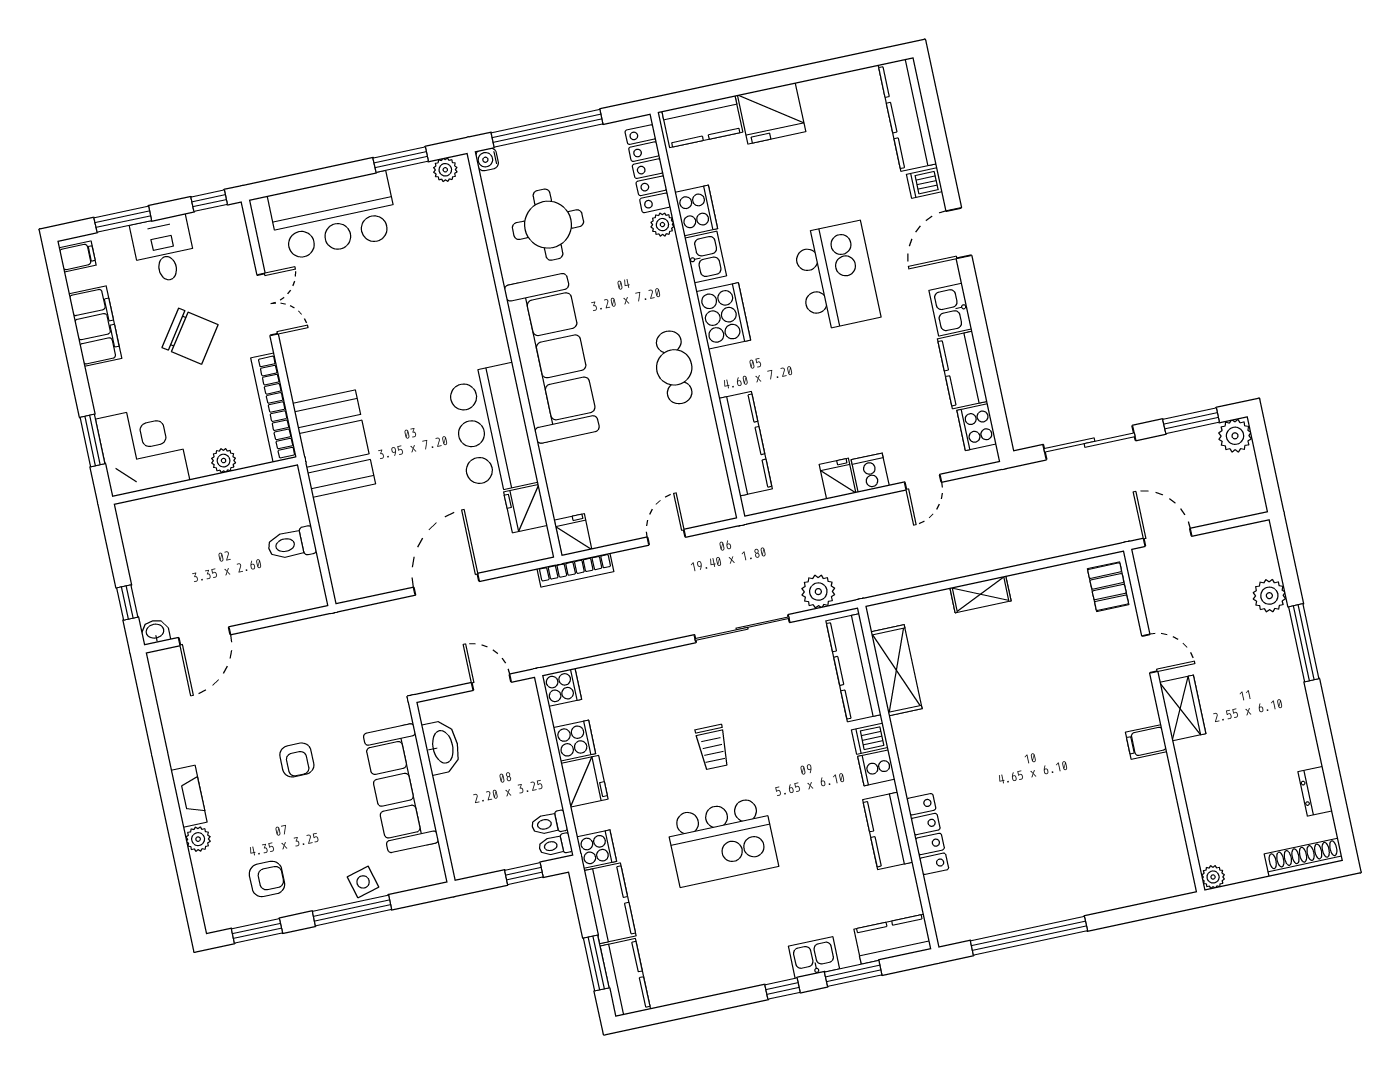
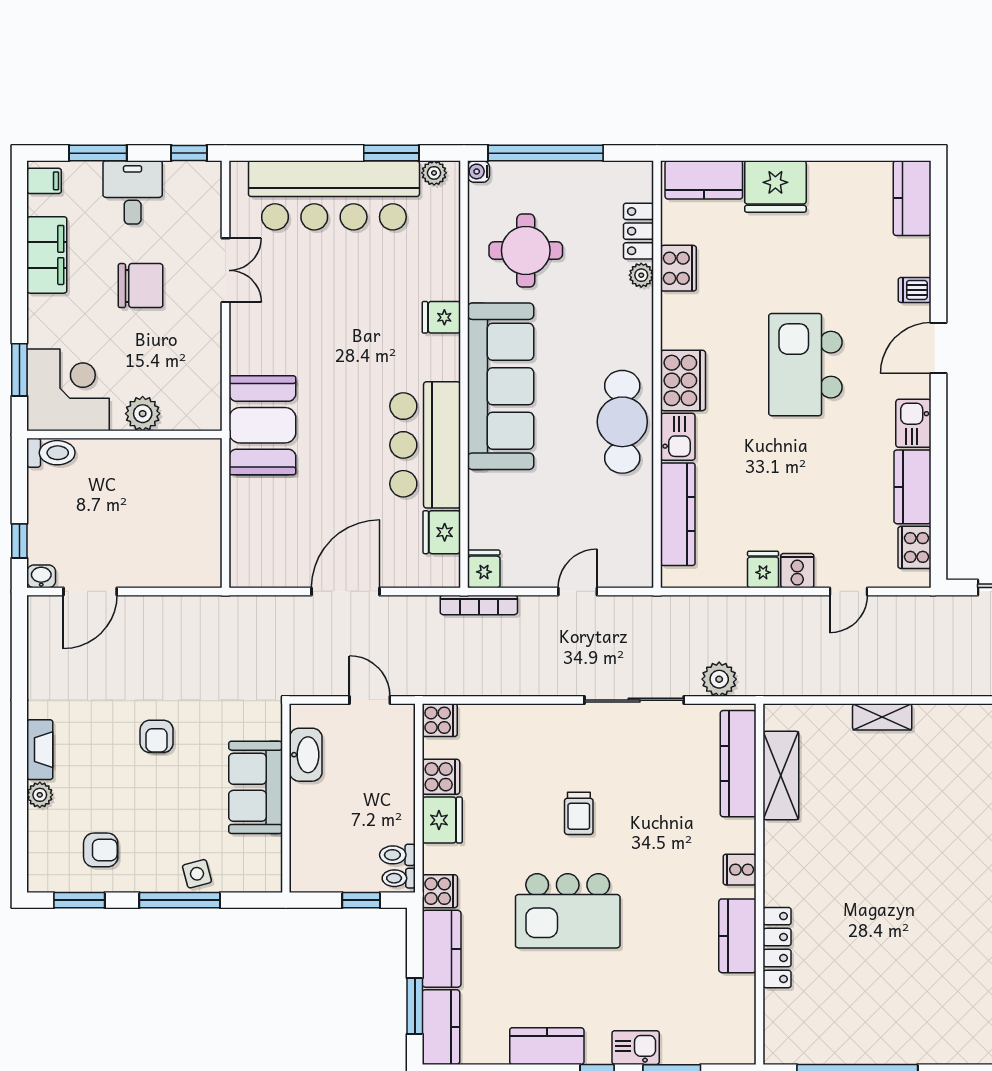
kitchen counter: (907, 114) -> (912, 198), width x0.67
locker: (648, 169) -> (638, 231), width x0.66
bar counter: (333, 216) -> (334, 195), width x1.36
kitchen sink: (706, 257) -> (678, 437), moved
kitchen island: (836, 276) -> (805, 365), turned 180
fridge: (482, 305) -> (441, 317), added
chair: (190, 336) -> (140, 286), turned -35
cafe table: (674, 367) -> (622, 422), width x1.37, depth x1.35
bookcase: (274, 408) -> (209, 376), removed
plant: (224, 461) -> (143, 414), width x1.38, depth x1.38
toilet: (292, 544) -> (51, 453), moved, turned 180
dishwasher: (870, 739) -> (739, 839), removed
sofa: (401, 788) -> (256, 787), width x0.73
kitchen counter: (893, 939) -> (547, 1046), moved

